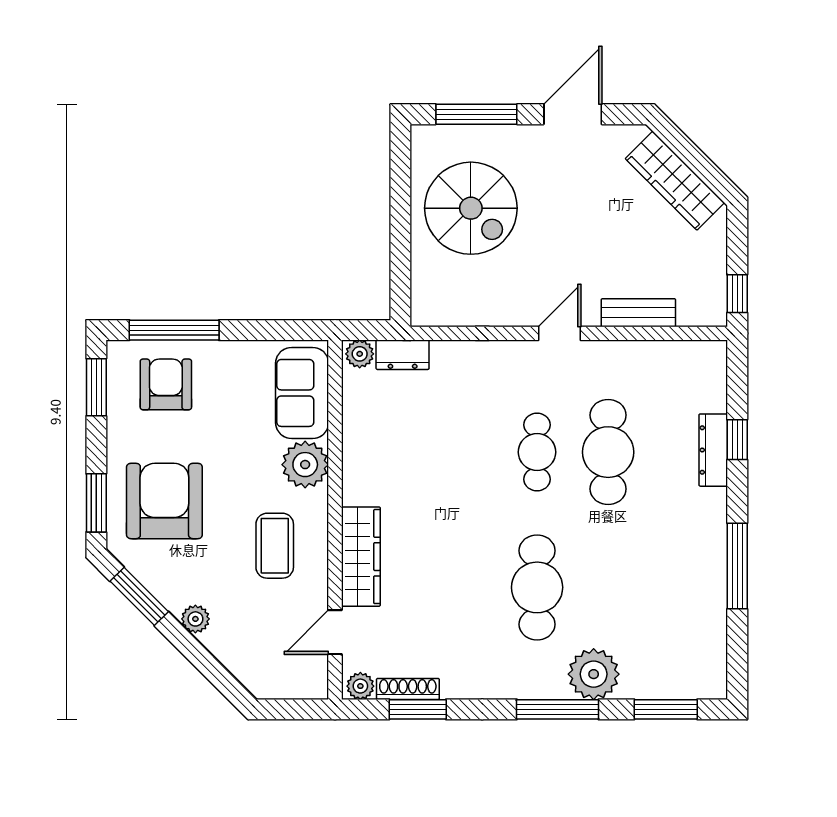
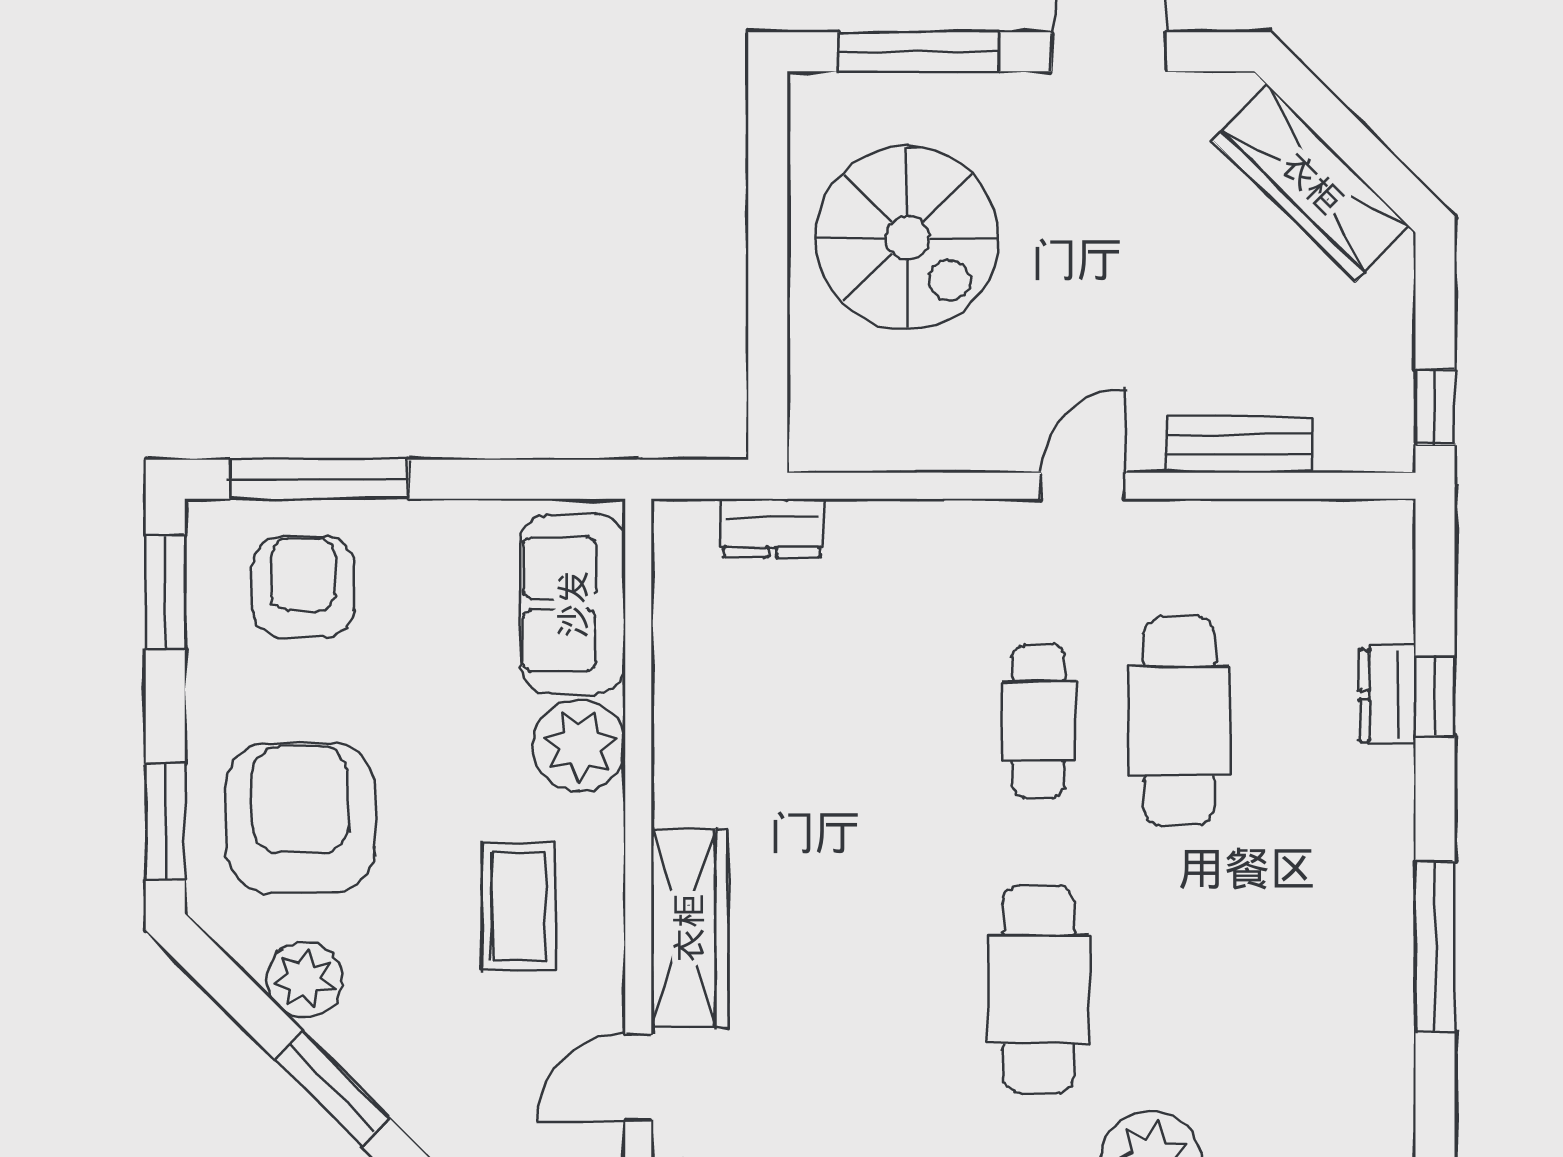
plant: (360, 354) -> (687, 526), removed
dresser: (713, 450) -> (1388, 695), width x0.70
window: (139, 596) -> (332, 1089), moved
plant: (195, 619) -> (304, 980), moved, width x1.38, depth x1.38

